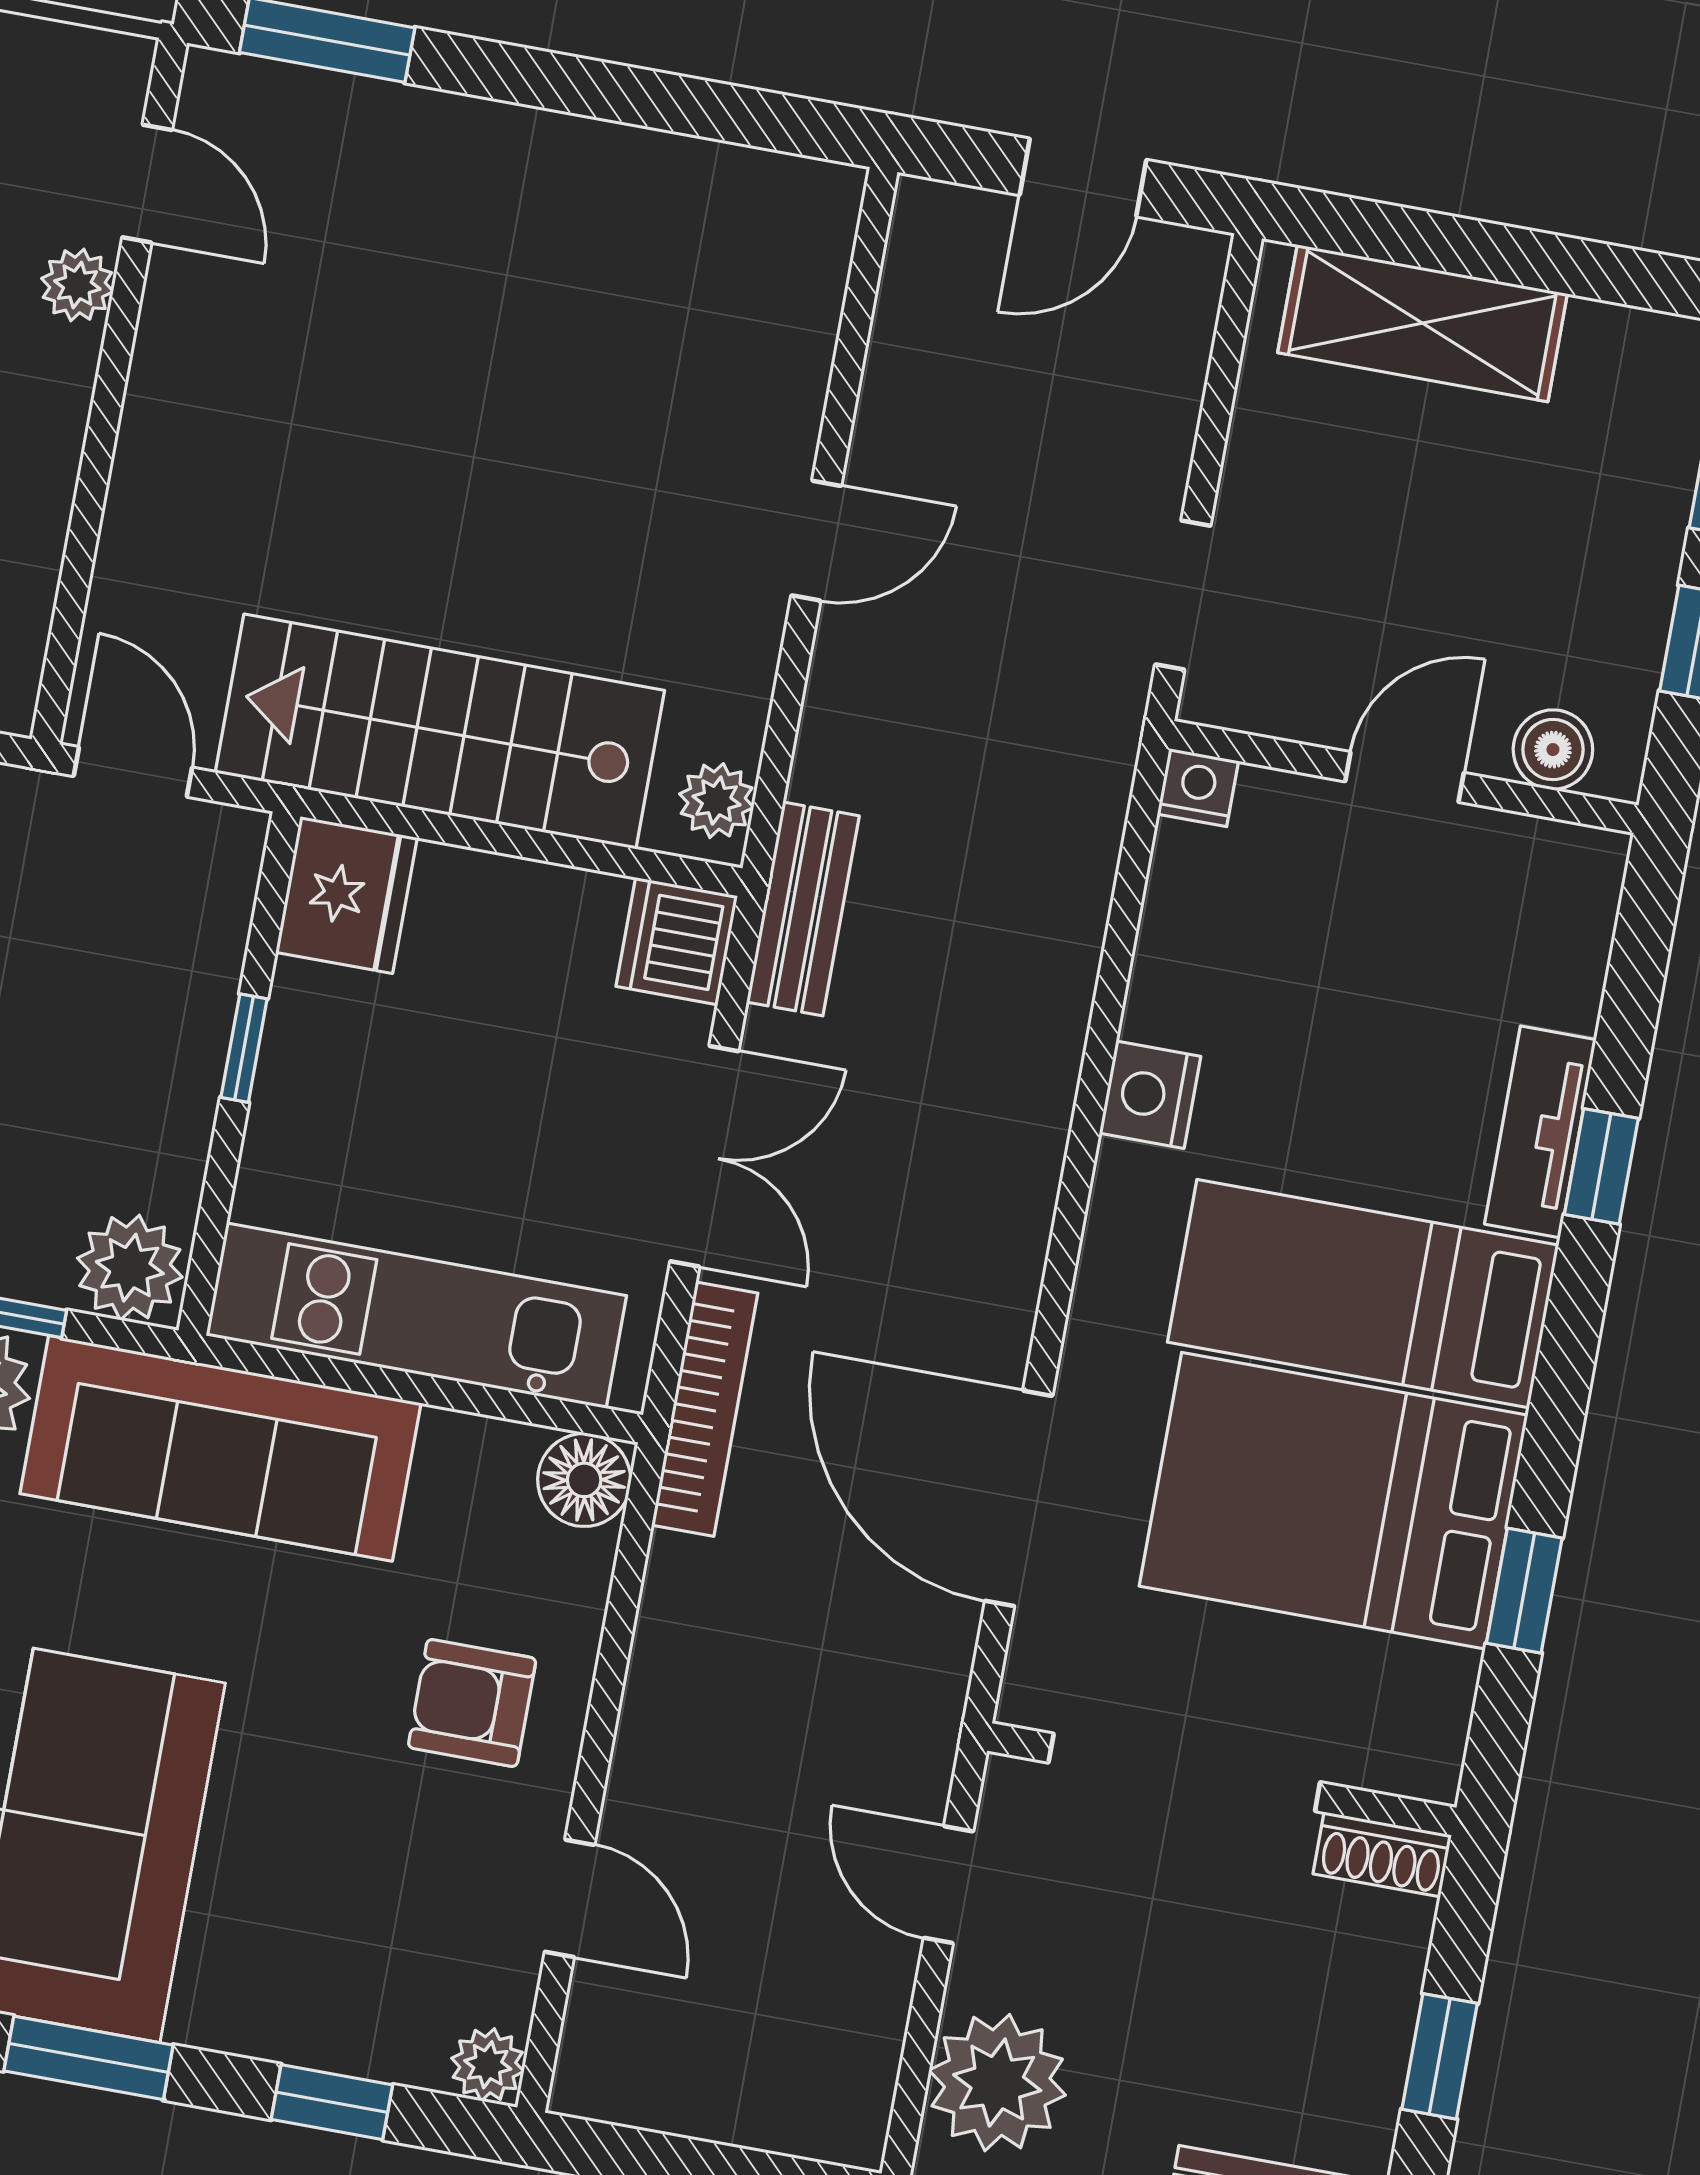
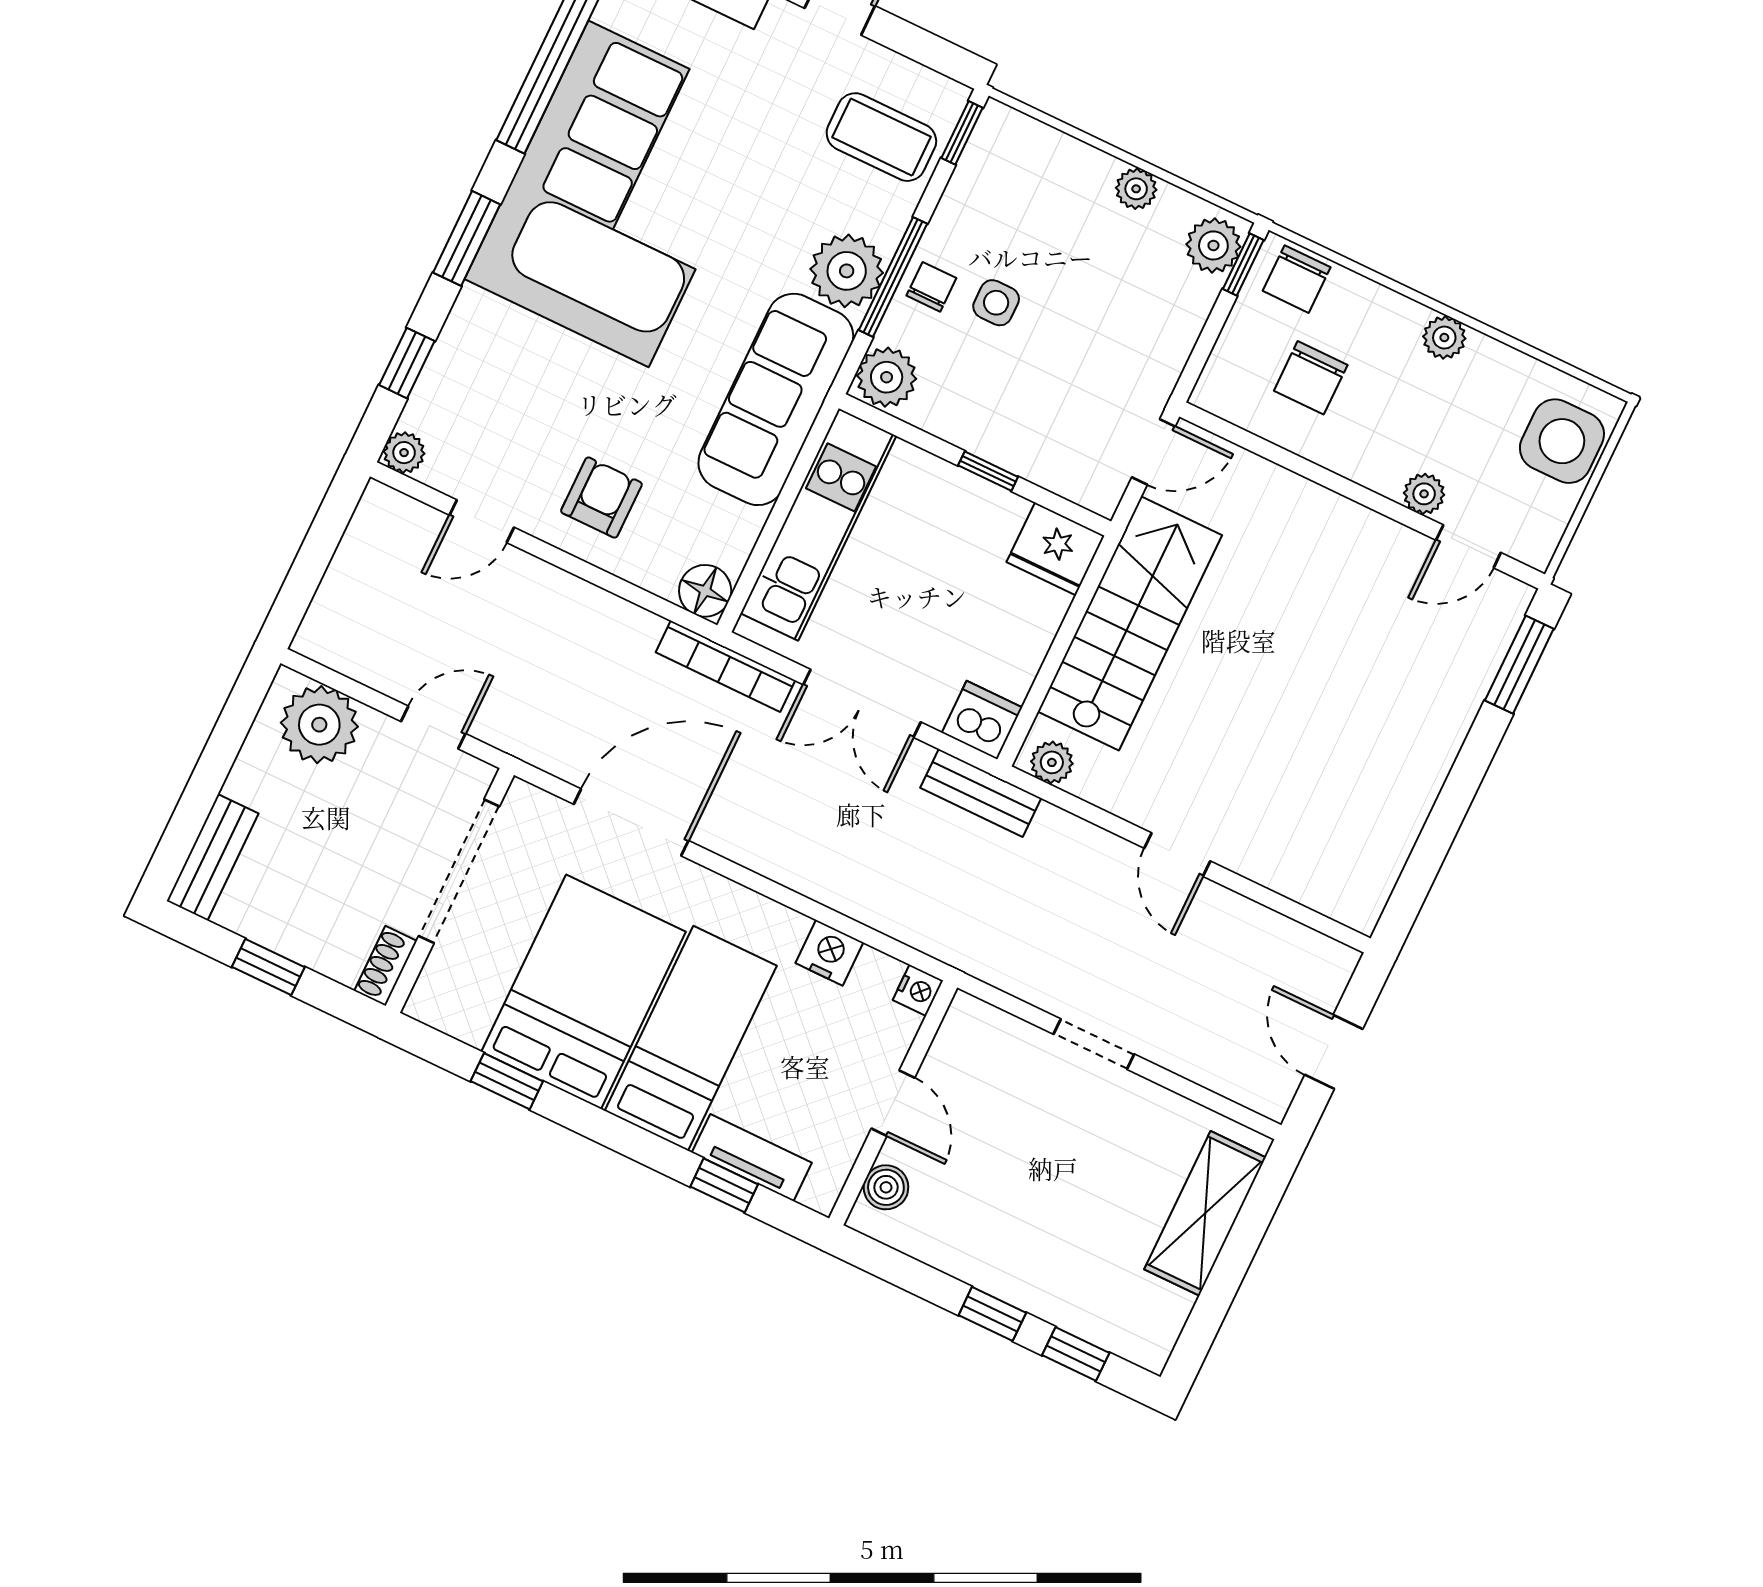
boiler: (1553, 750) -> (886, 1187), moved
wall: (1404, 777) -> (893, 1103), moved
door: (1405, 777) -> (893, 1103), moved
nightstand: (1198, 788) -> (918, 990), moved

